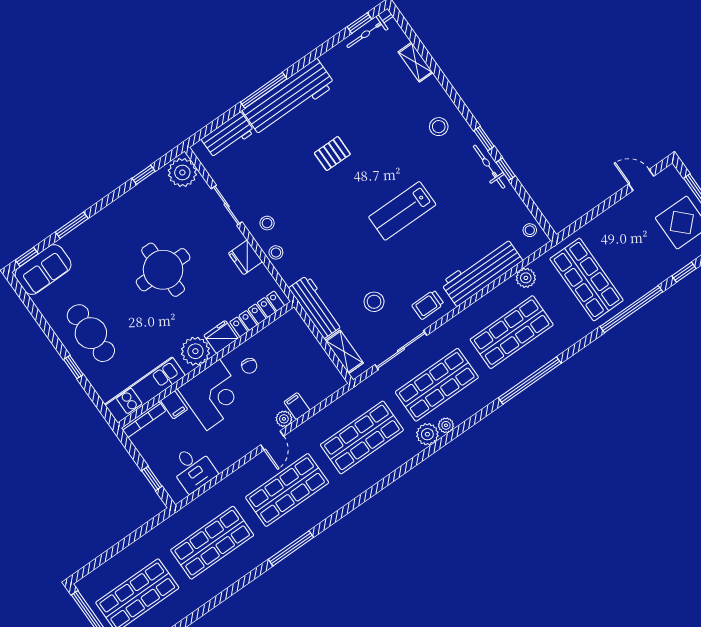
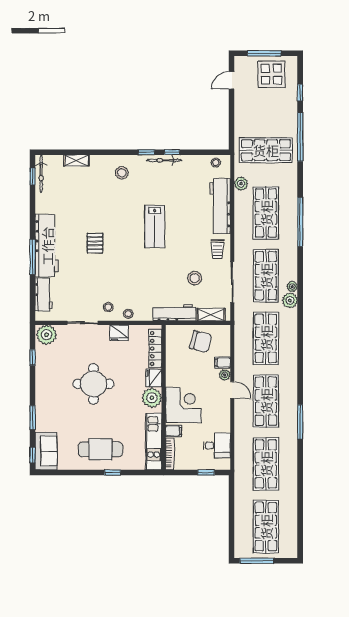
chair: (249, 366) -> (201, 342), moved, width x1.87, depth x1.87

